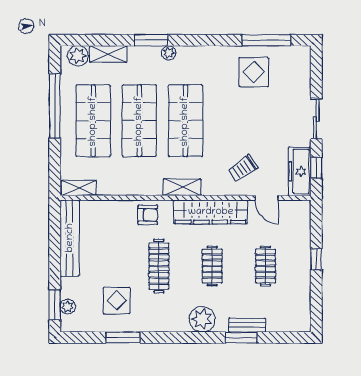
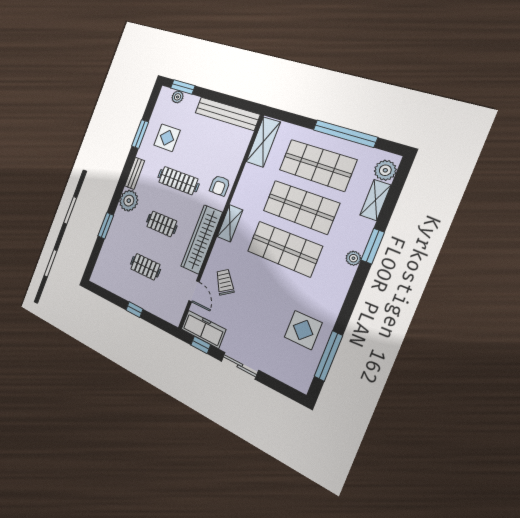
shelving: (79, 188) -> (263, 142), width x1.50, depth x1.33
door: (267, 198) -> (194, 291), swing flipped
bench: (247, 325) -> (135, 173), moved

